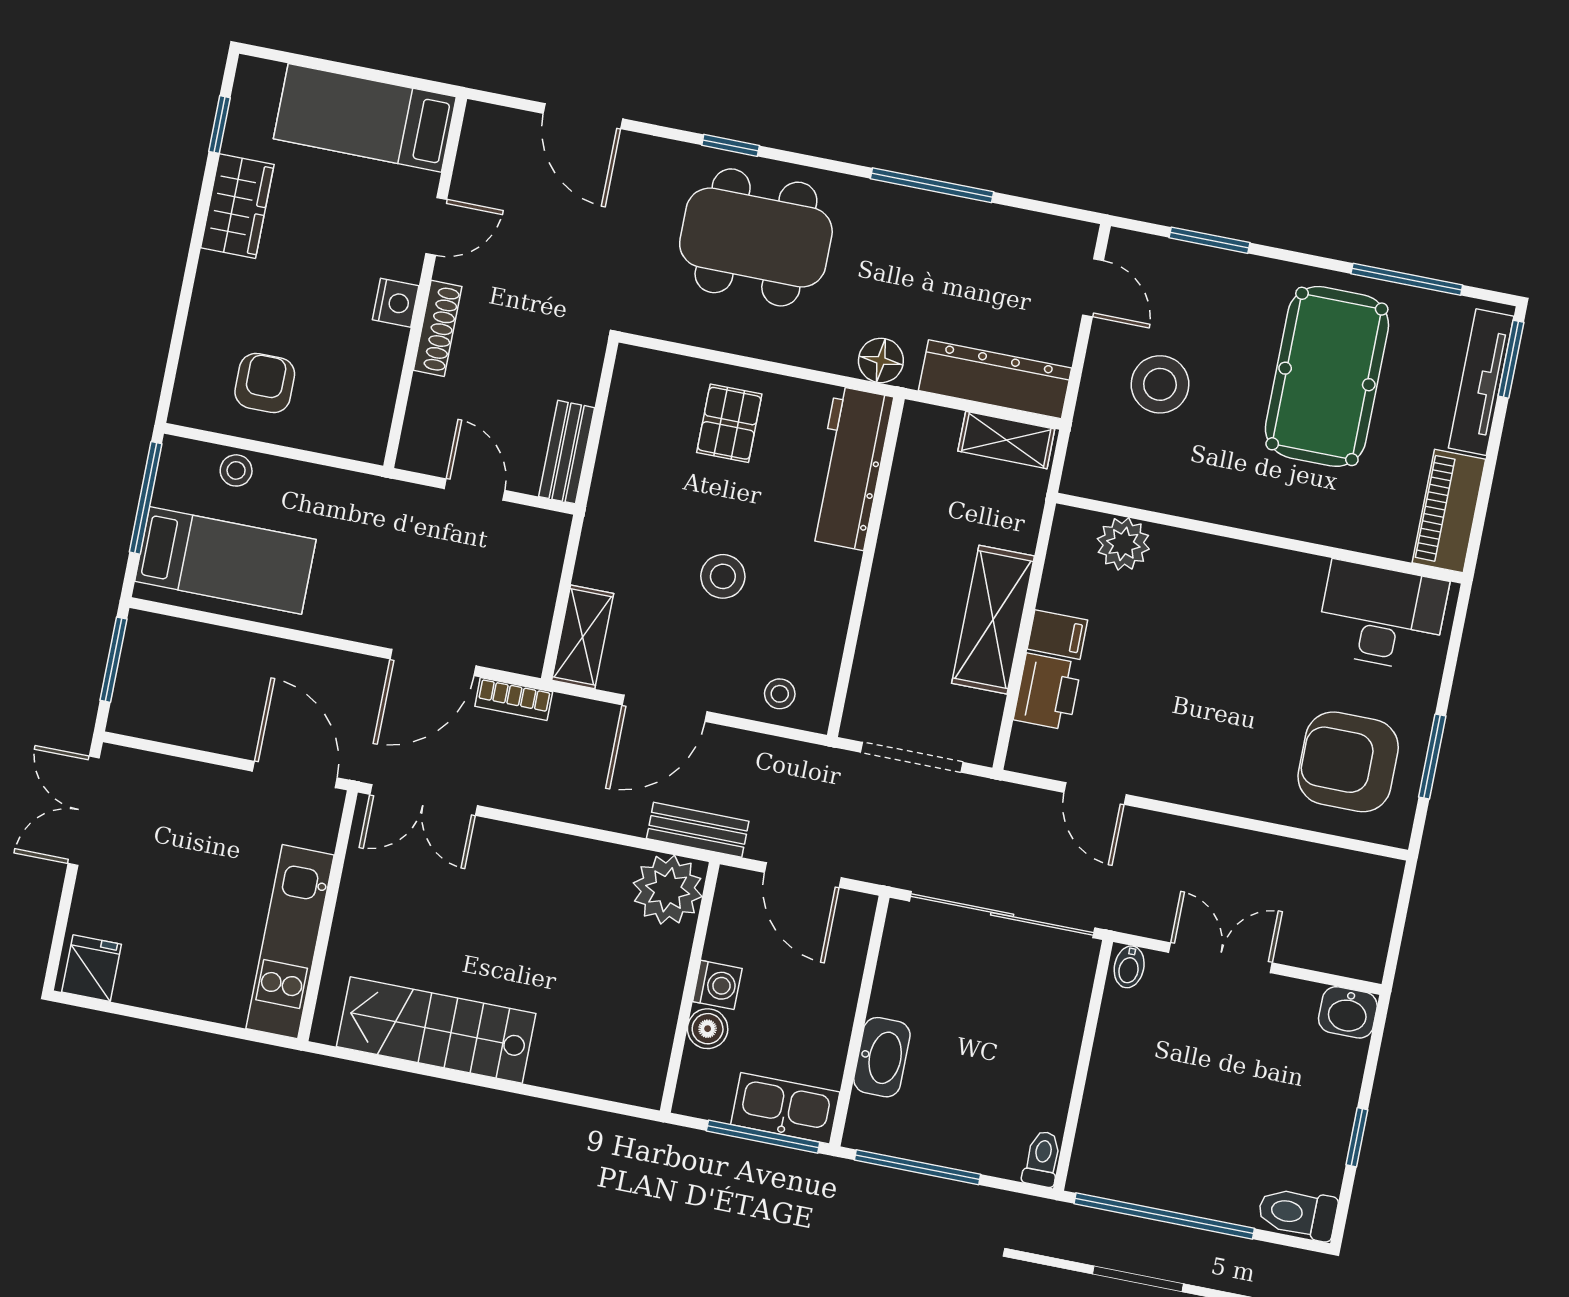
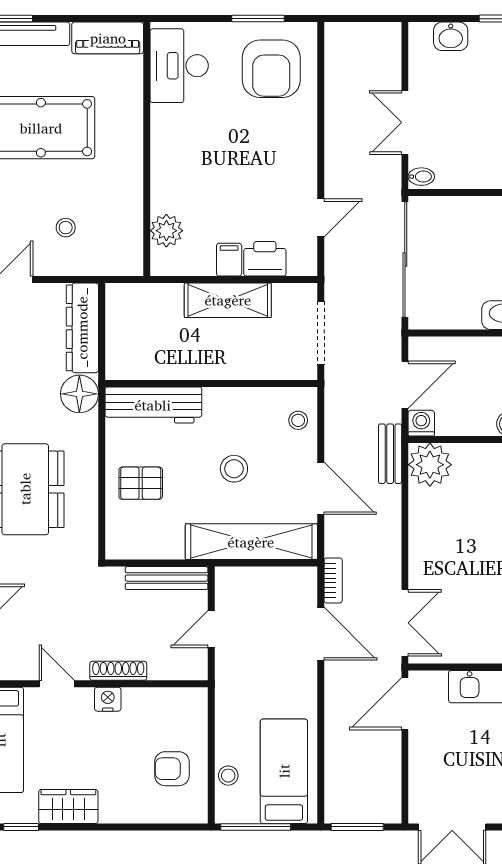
floor lamp: (881, 360) -> (79, 394), width x1.38, depth x1.38
stool: (1160, 384) -> (66, 228), width x0.53, depth x0.53
shelving: (1006, 440) -> (118, 314), removed
bench: (567, 452) -> (167, 578), width x1.36
shelving: (583, 637) -> (251, 542), width x2.20, depth x1.33
washing machine: (717, 985) -> (421, 423), moved
washbasin: (1348, 1012) -> (451, 36), moved, turned 90

